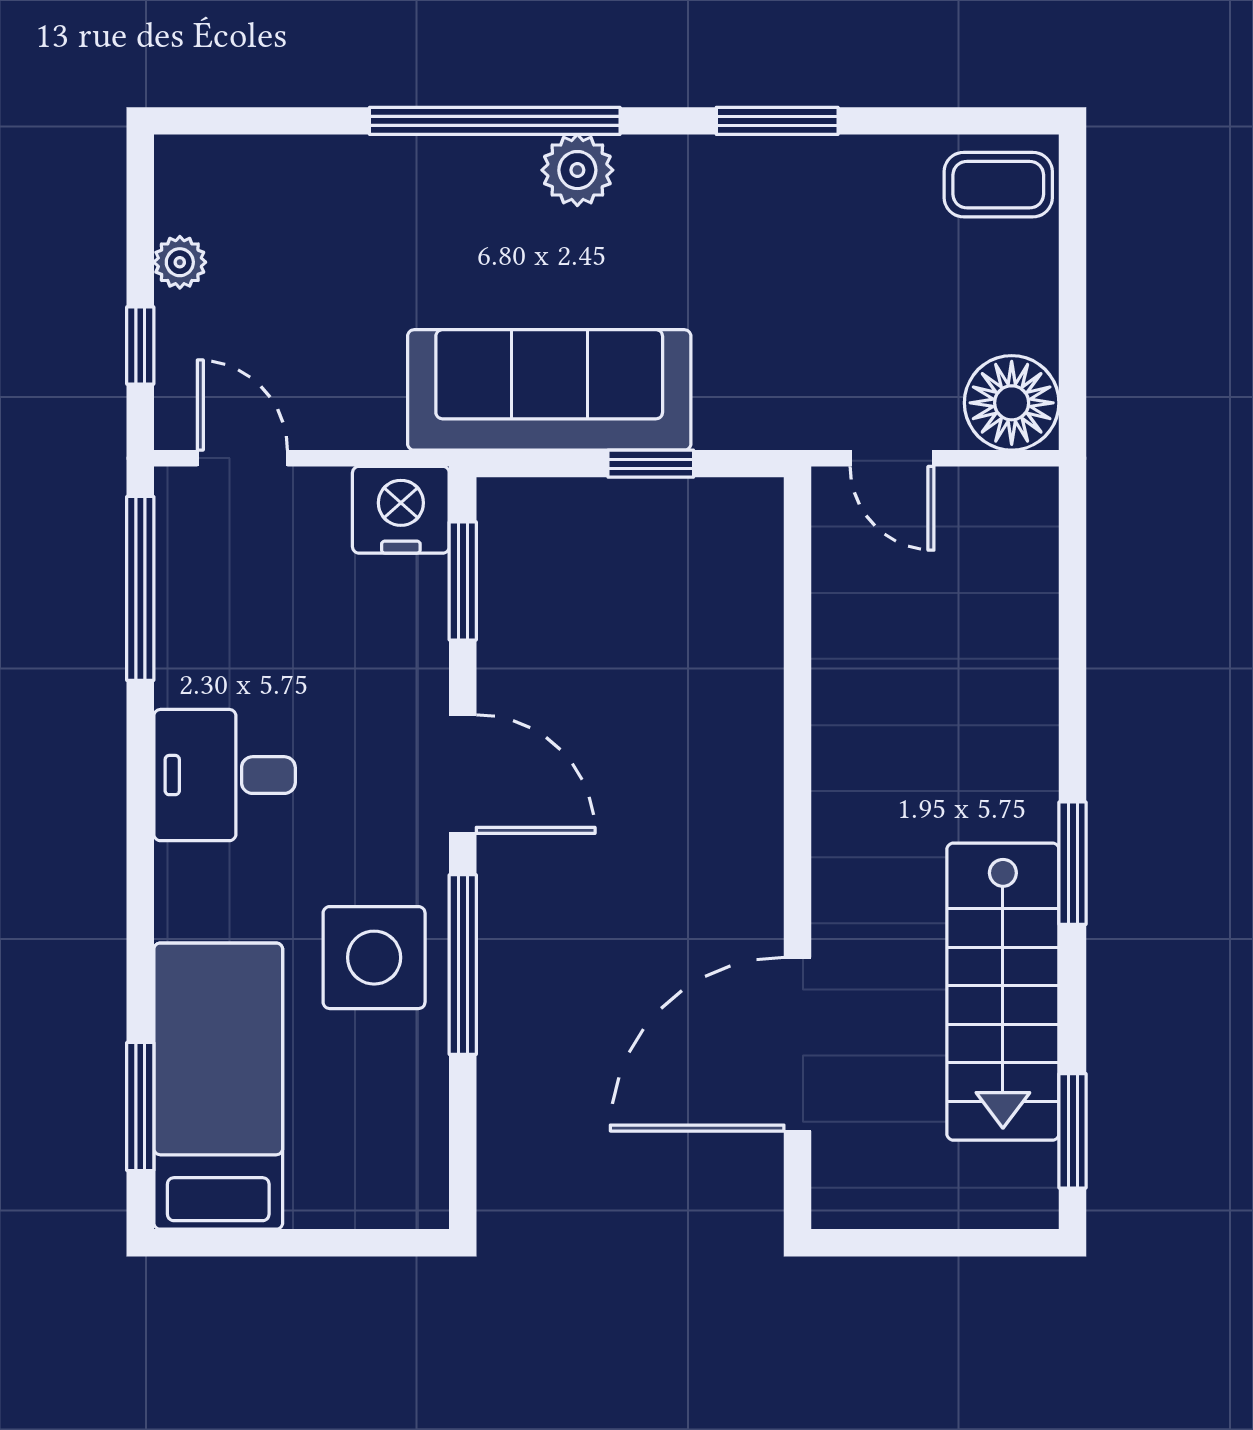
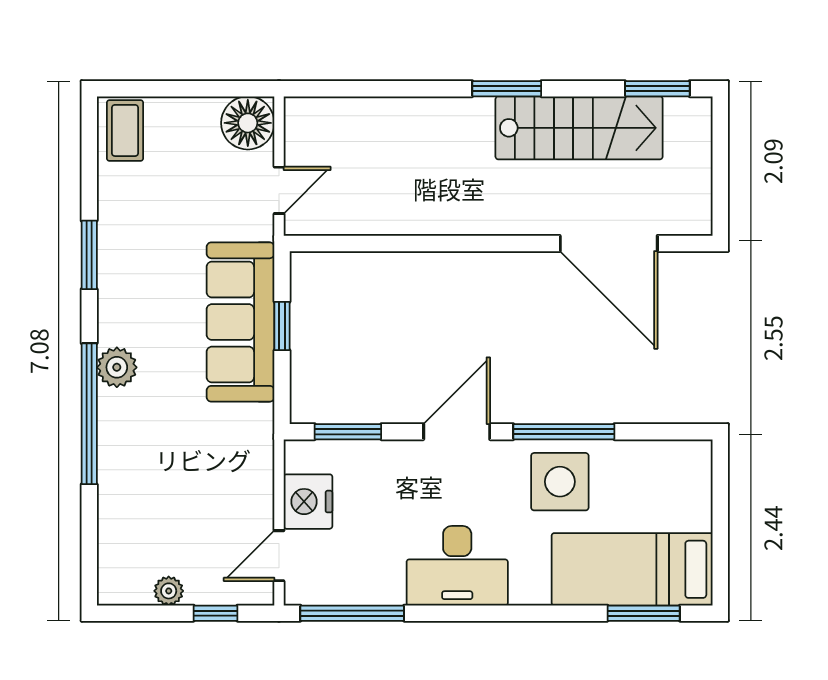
sofa: (549, 390) -> (241, 322), moved
nightstand: (401, 510) -> (308, 502), moved
desk: (225, 775) -> (457, 566), width x1.37

